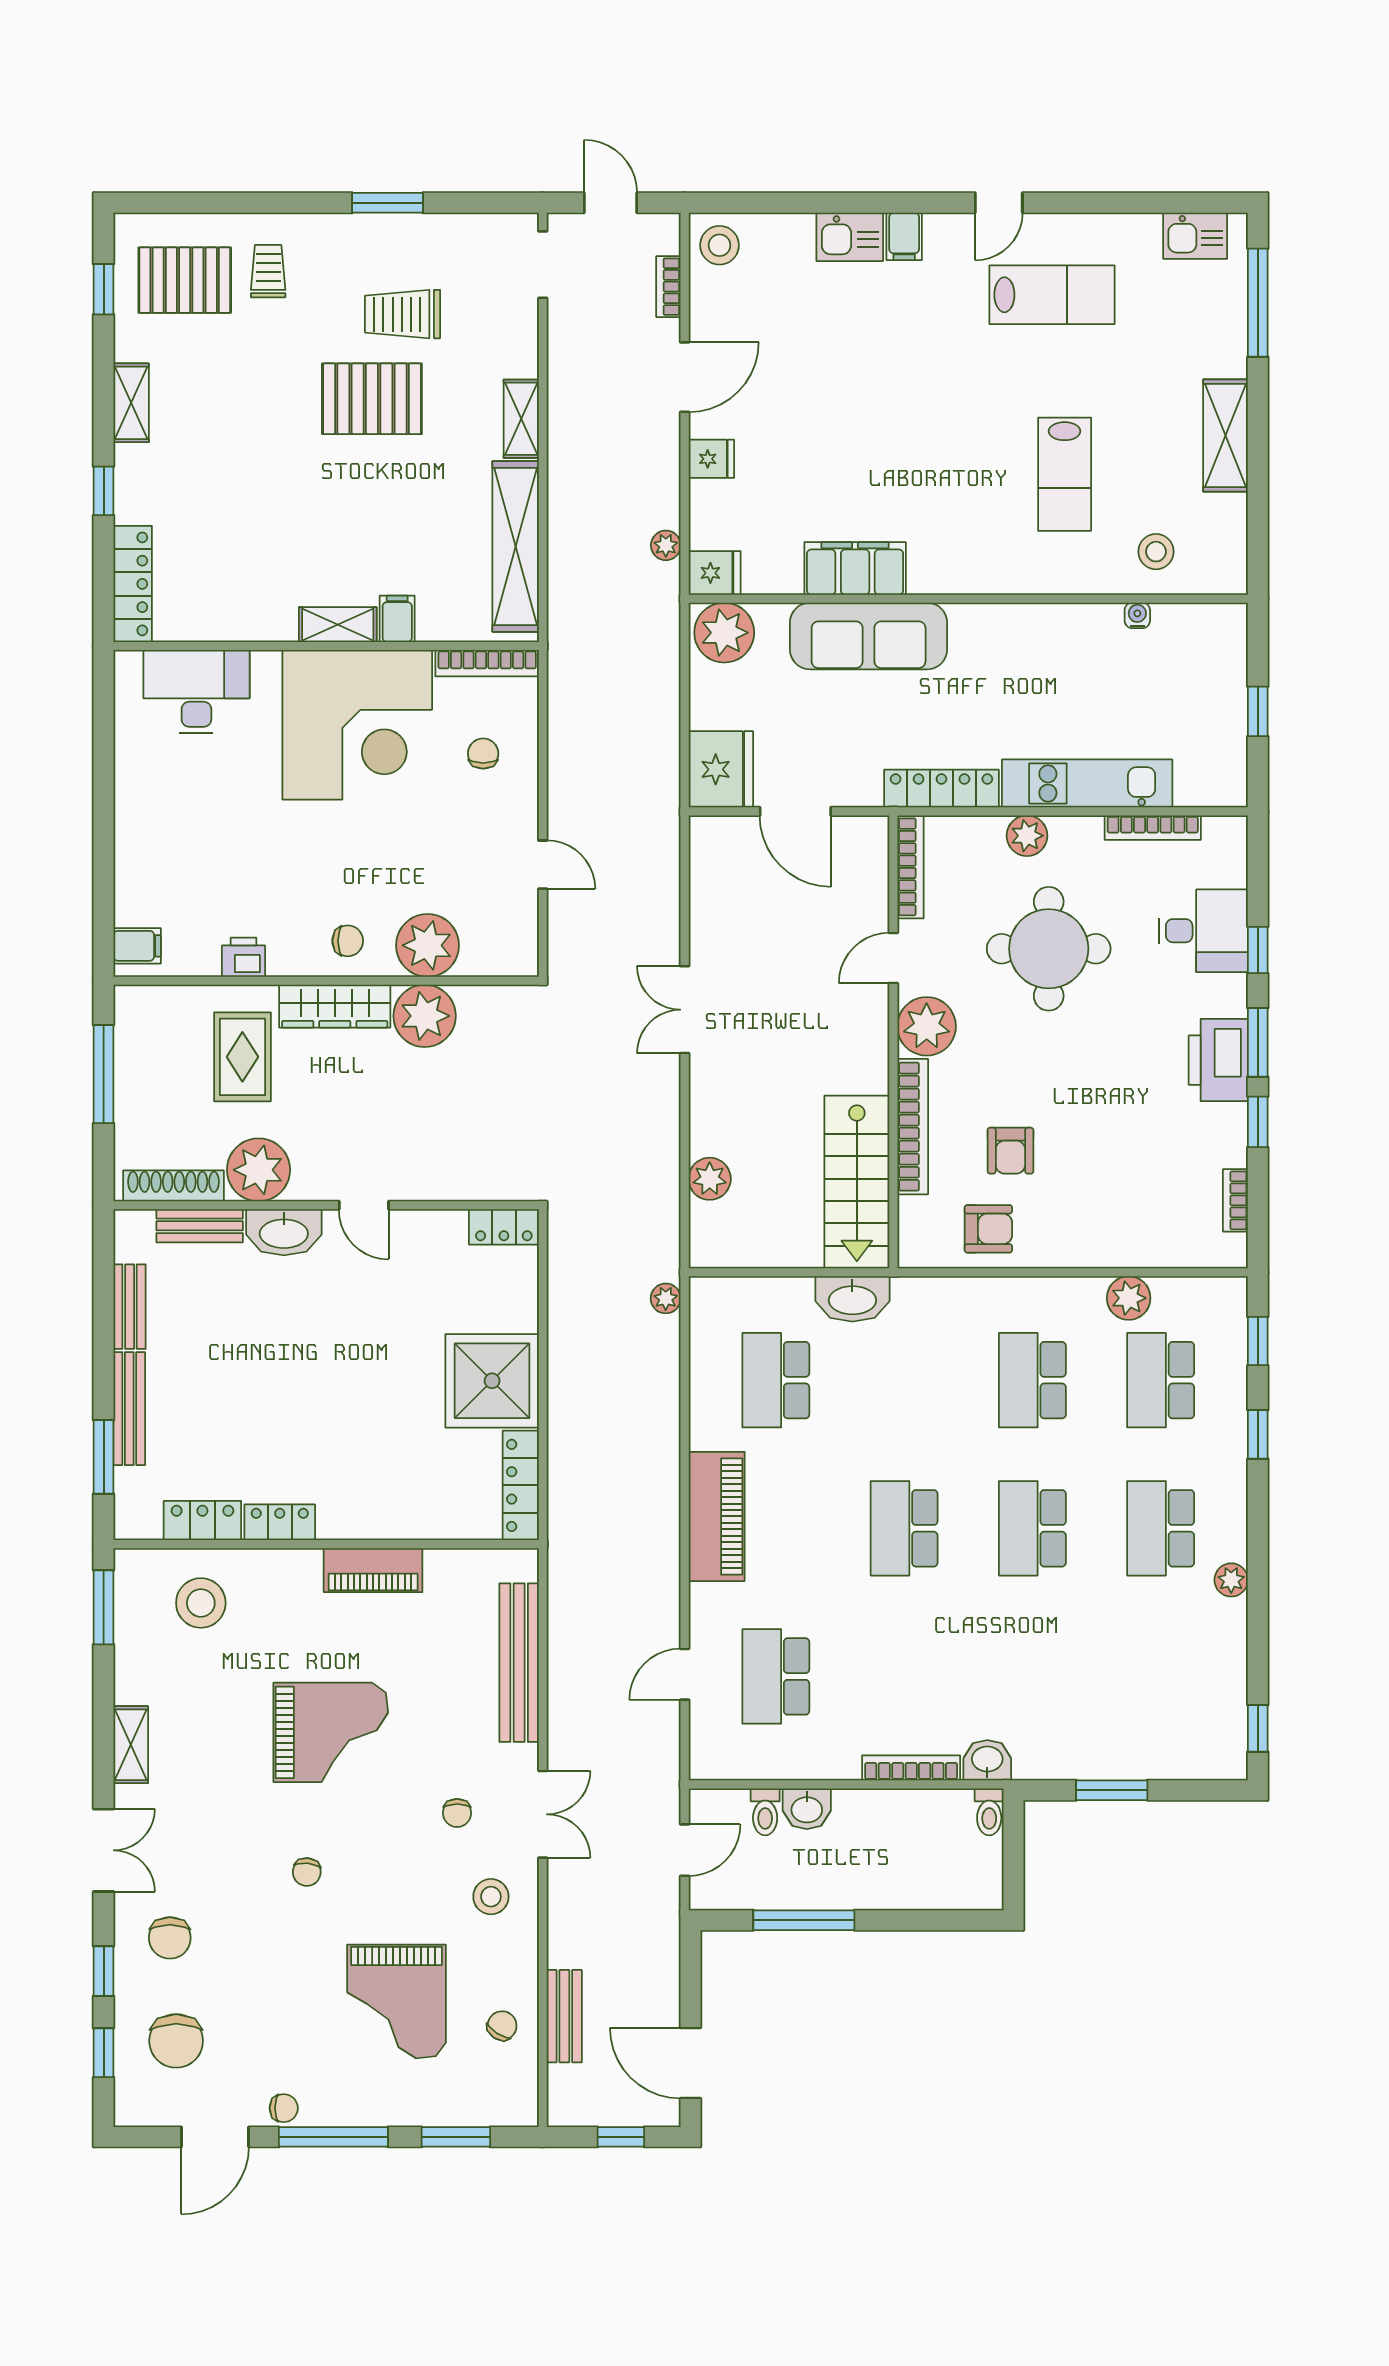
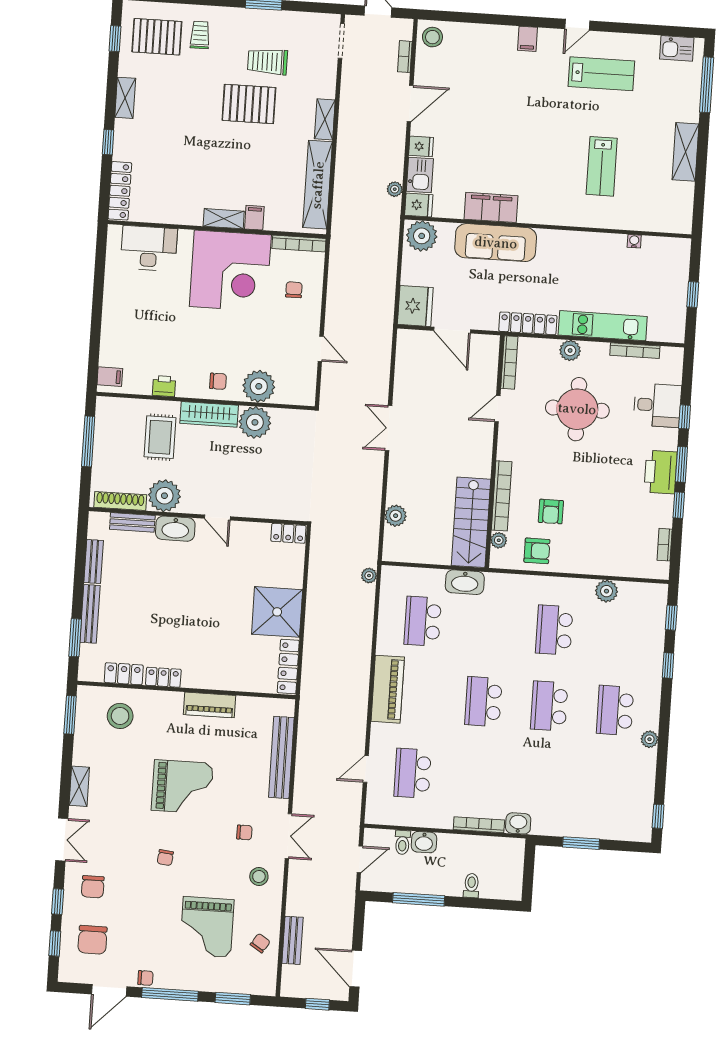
kitchen sink: (850, 237) -> (420, 175), moved, turned -90
stool: (1156, 552) -> (646, 209), removed
plant: (927, 1026) -> (499, 540), moved, width x0.53, depth x0.53
school desk: (1161, 1380) -> (620, 634), removed
toilet: (989, 1812) -> (471, 886), moved, turned 180
chair: (457, 1813) -> (244, 832), turned -90

